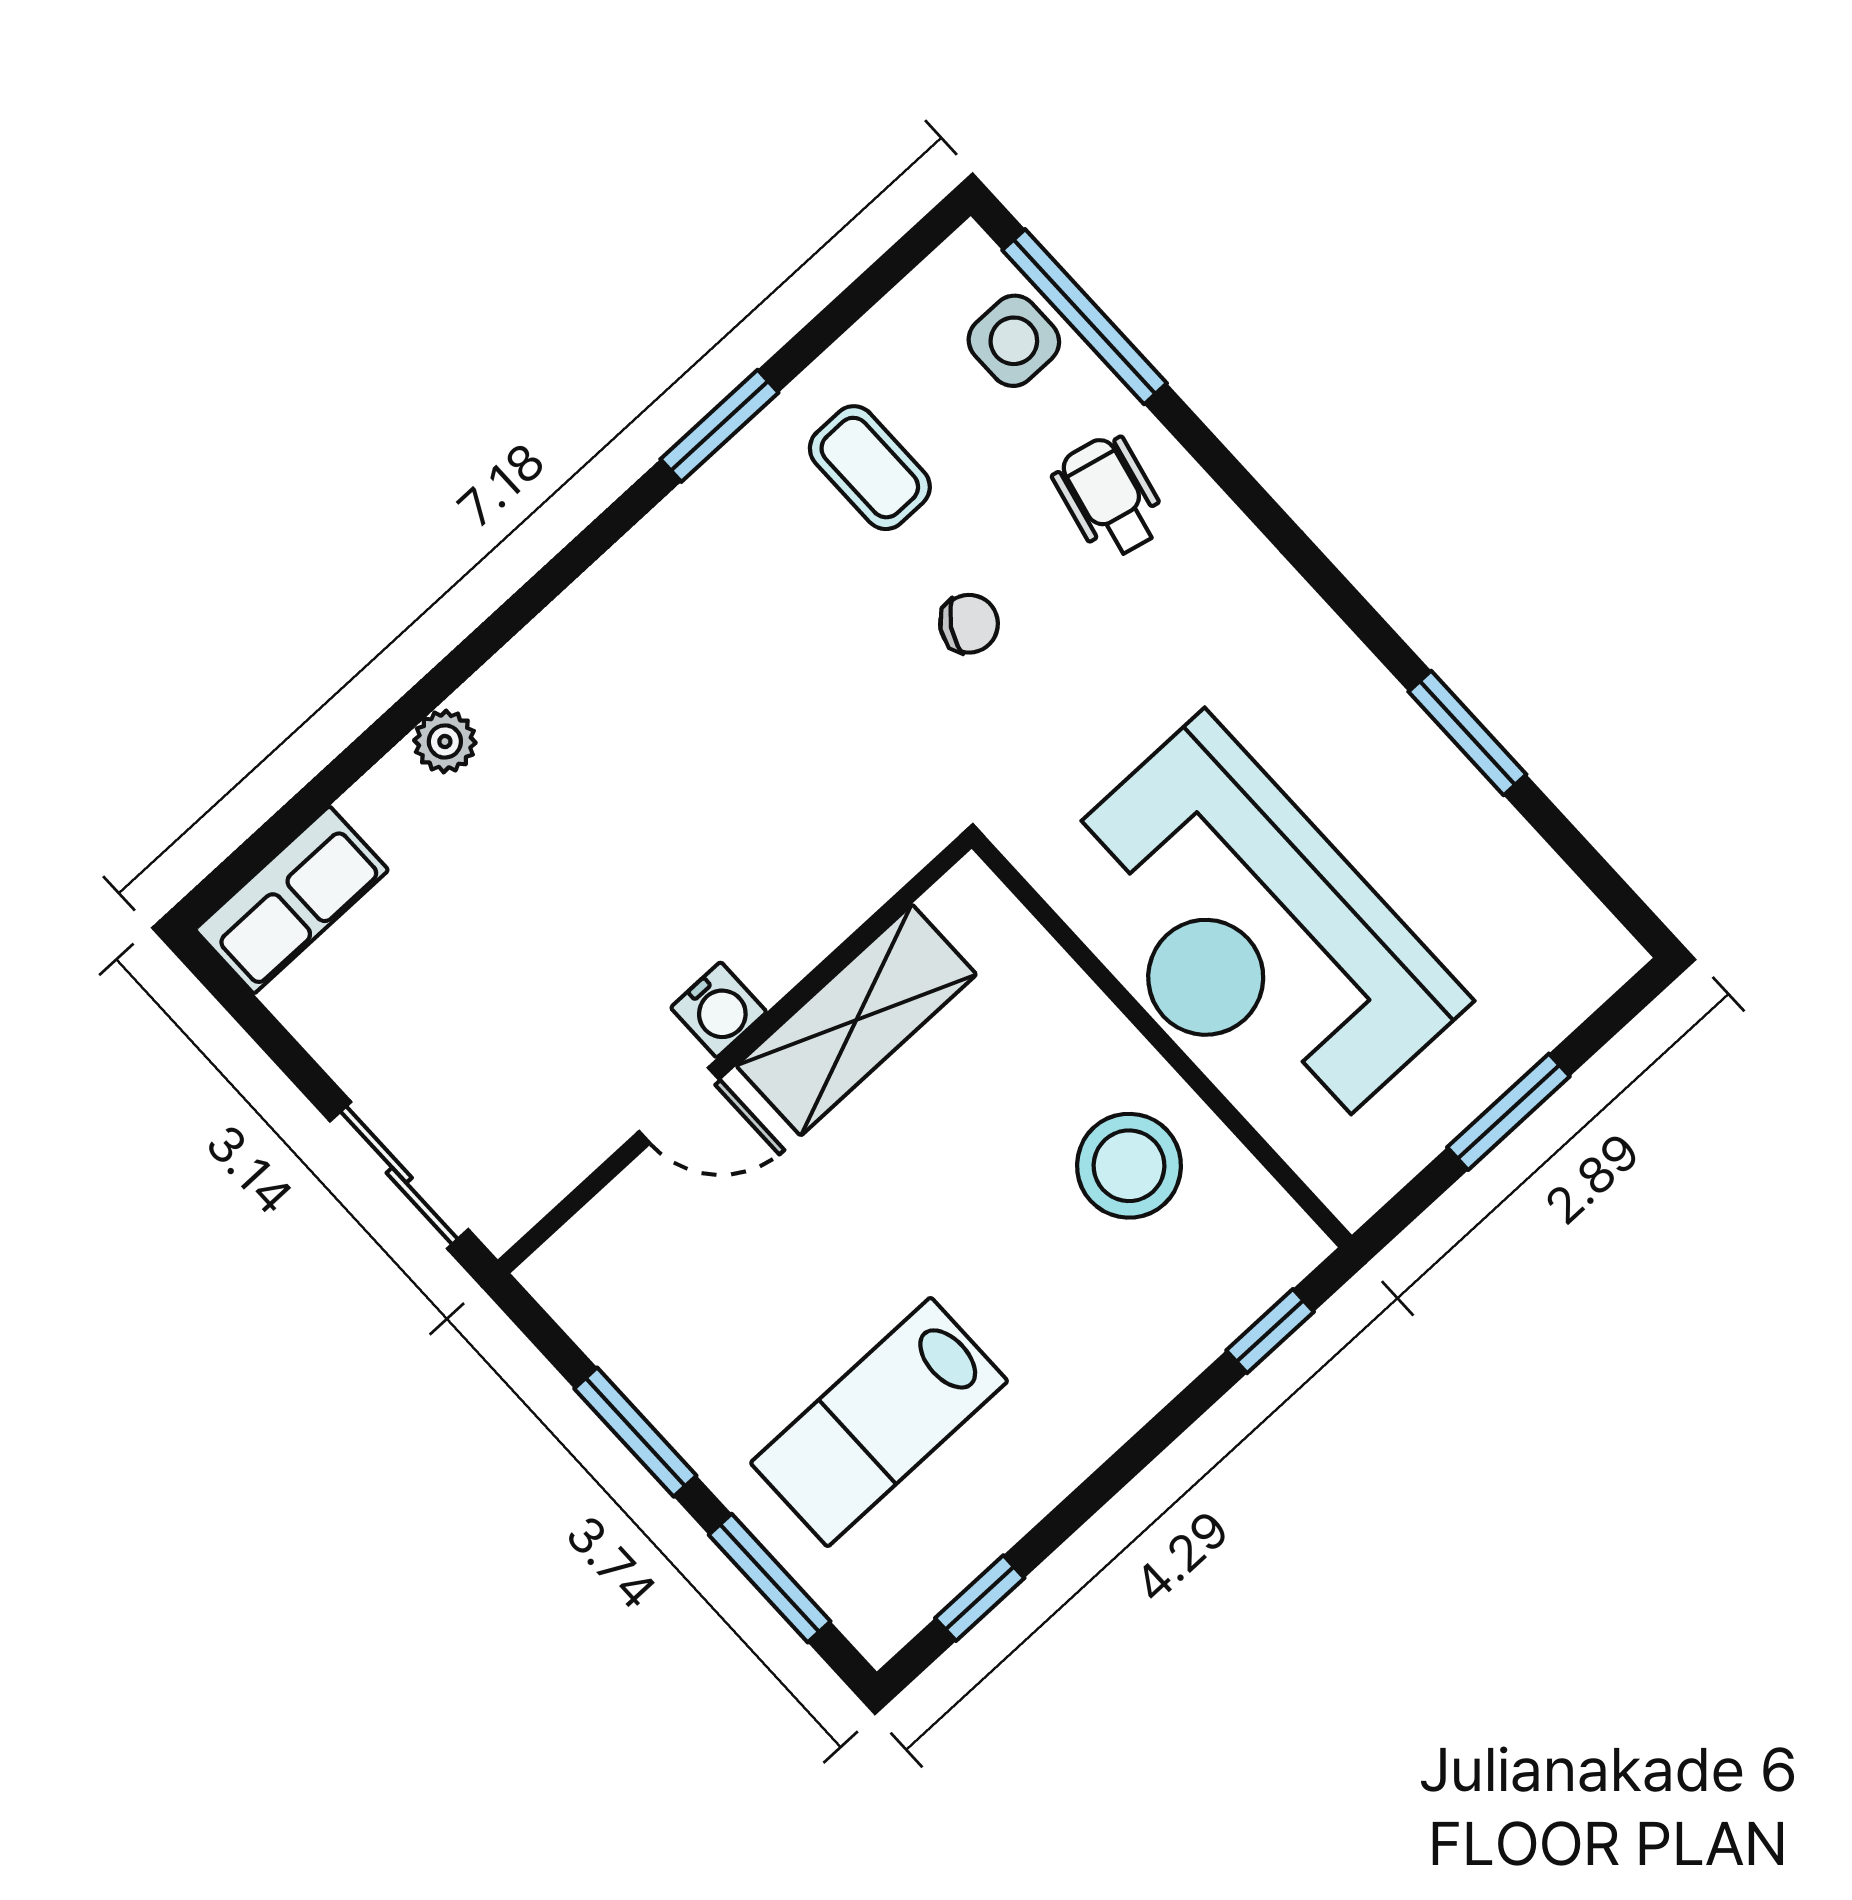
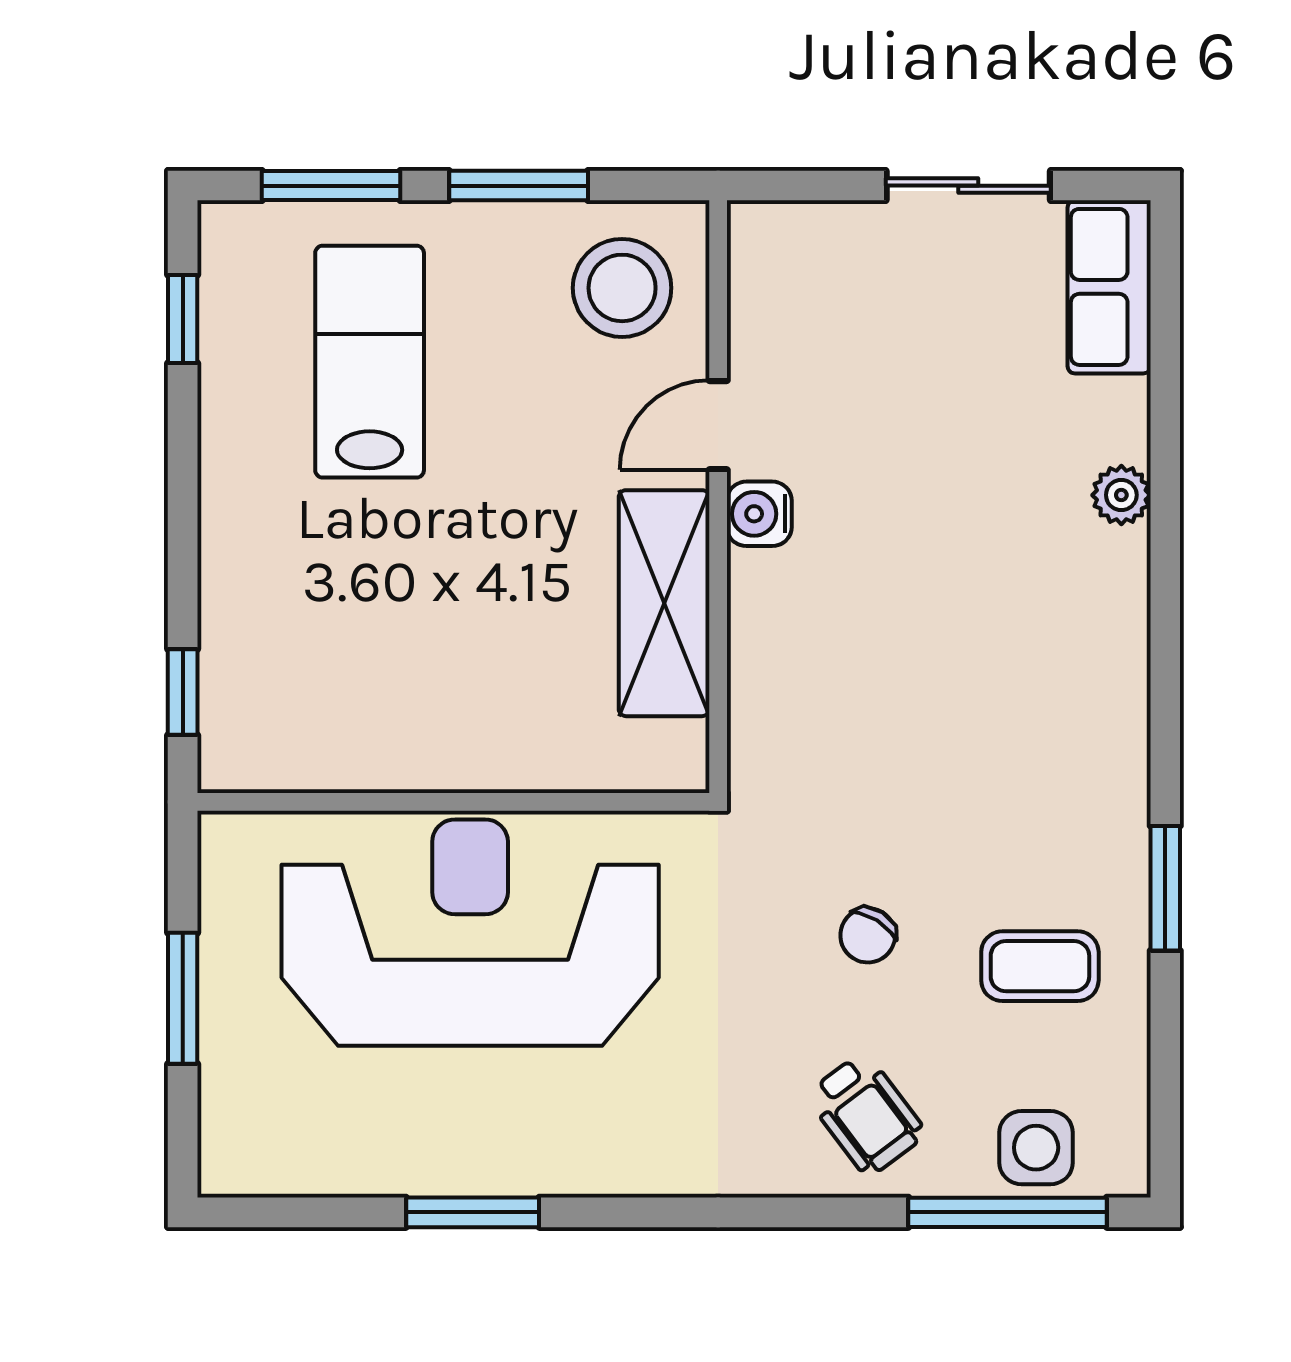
wheelchair: (1110, 497) -> (866, 1114), turned 40
stool: (1129, 1166) -> (622, 288), moved
sliding door: (399, 1175) -> (968, 186), moved

